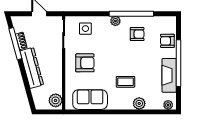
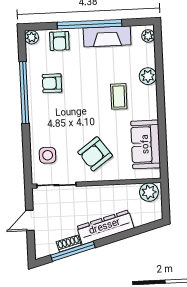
plant: (115, 21) -> (32, 37), moved
armchair: (137, 34) -> (52, 83), turned -90
armchair: (85, 63) -> (95, 154), turned -126

